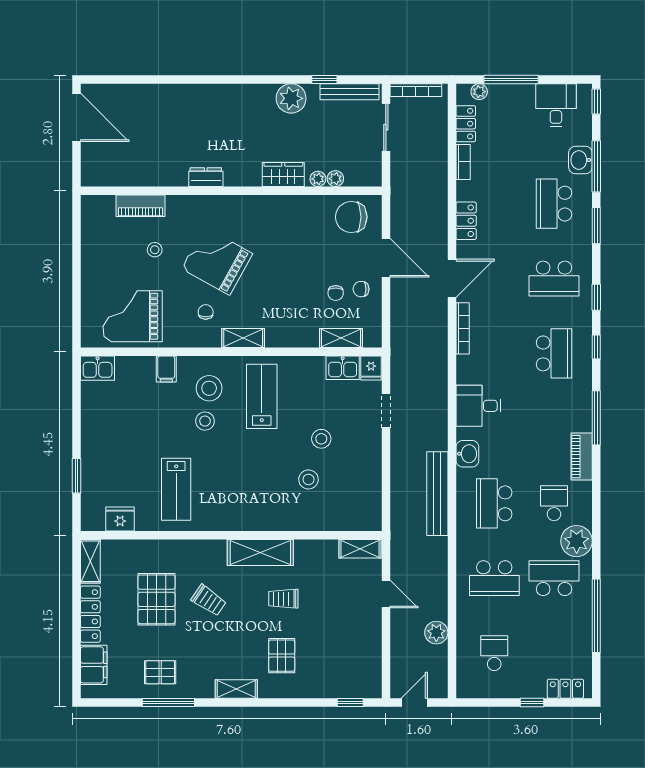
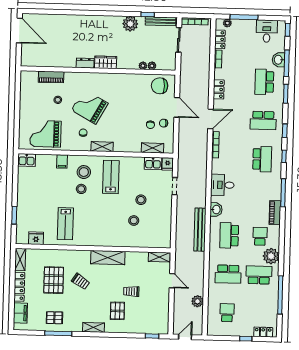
wardrobe: (283, 175) -> (106, 62), moved
trolley: (283, 599) -> (131, 291), moved

